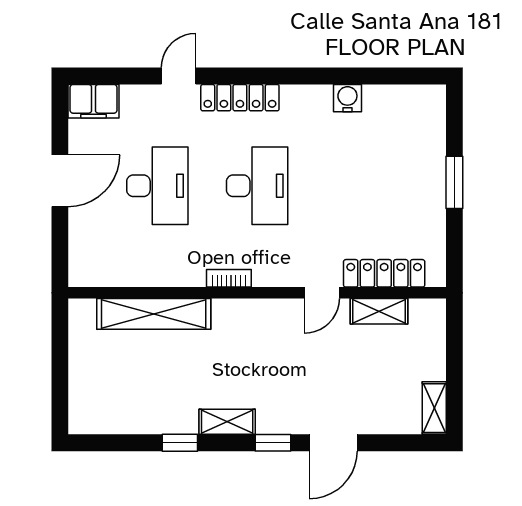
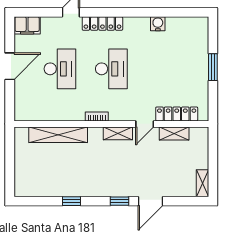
shelving: (227, 422) -> (118, 133), moved

